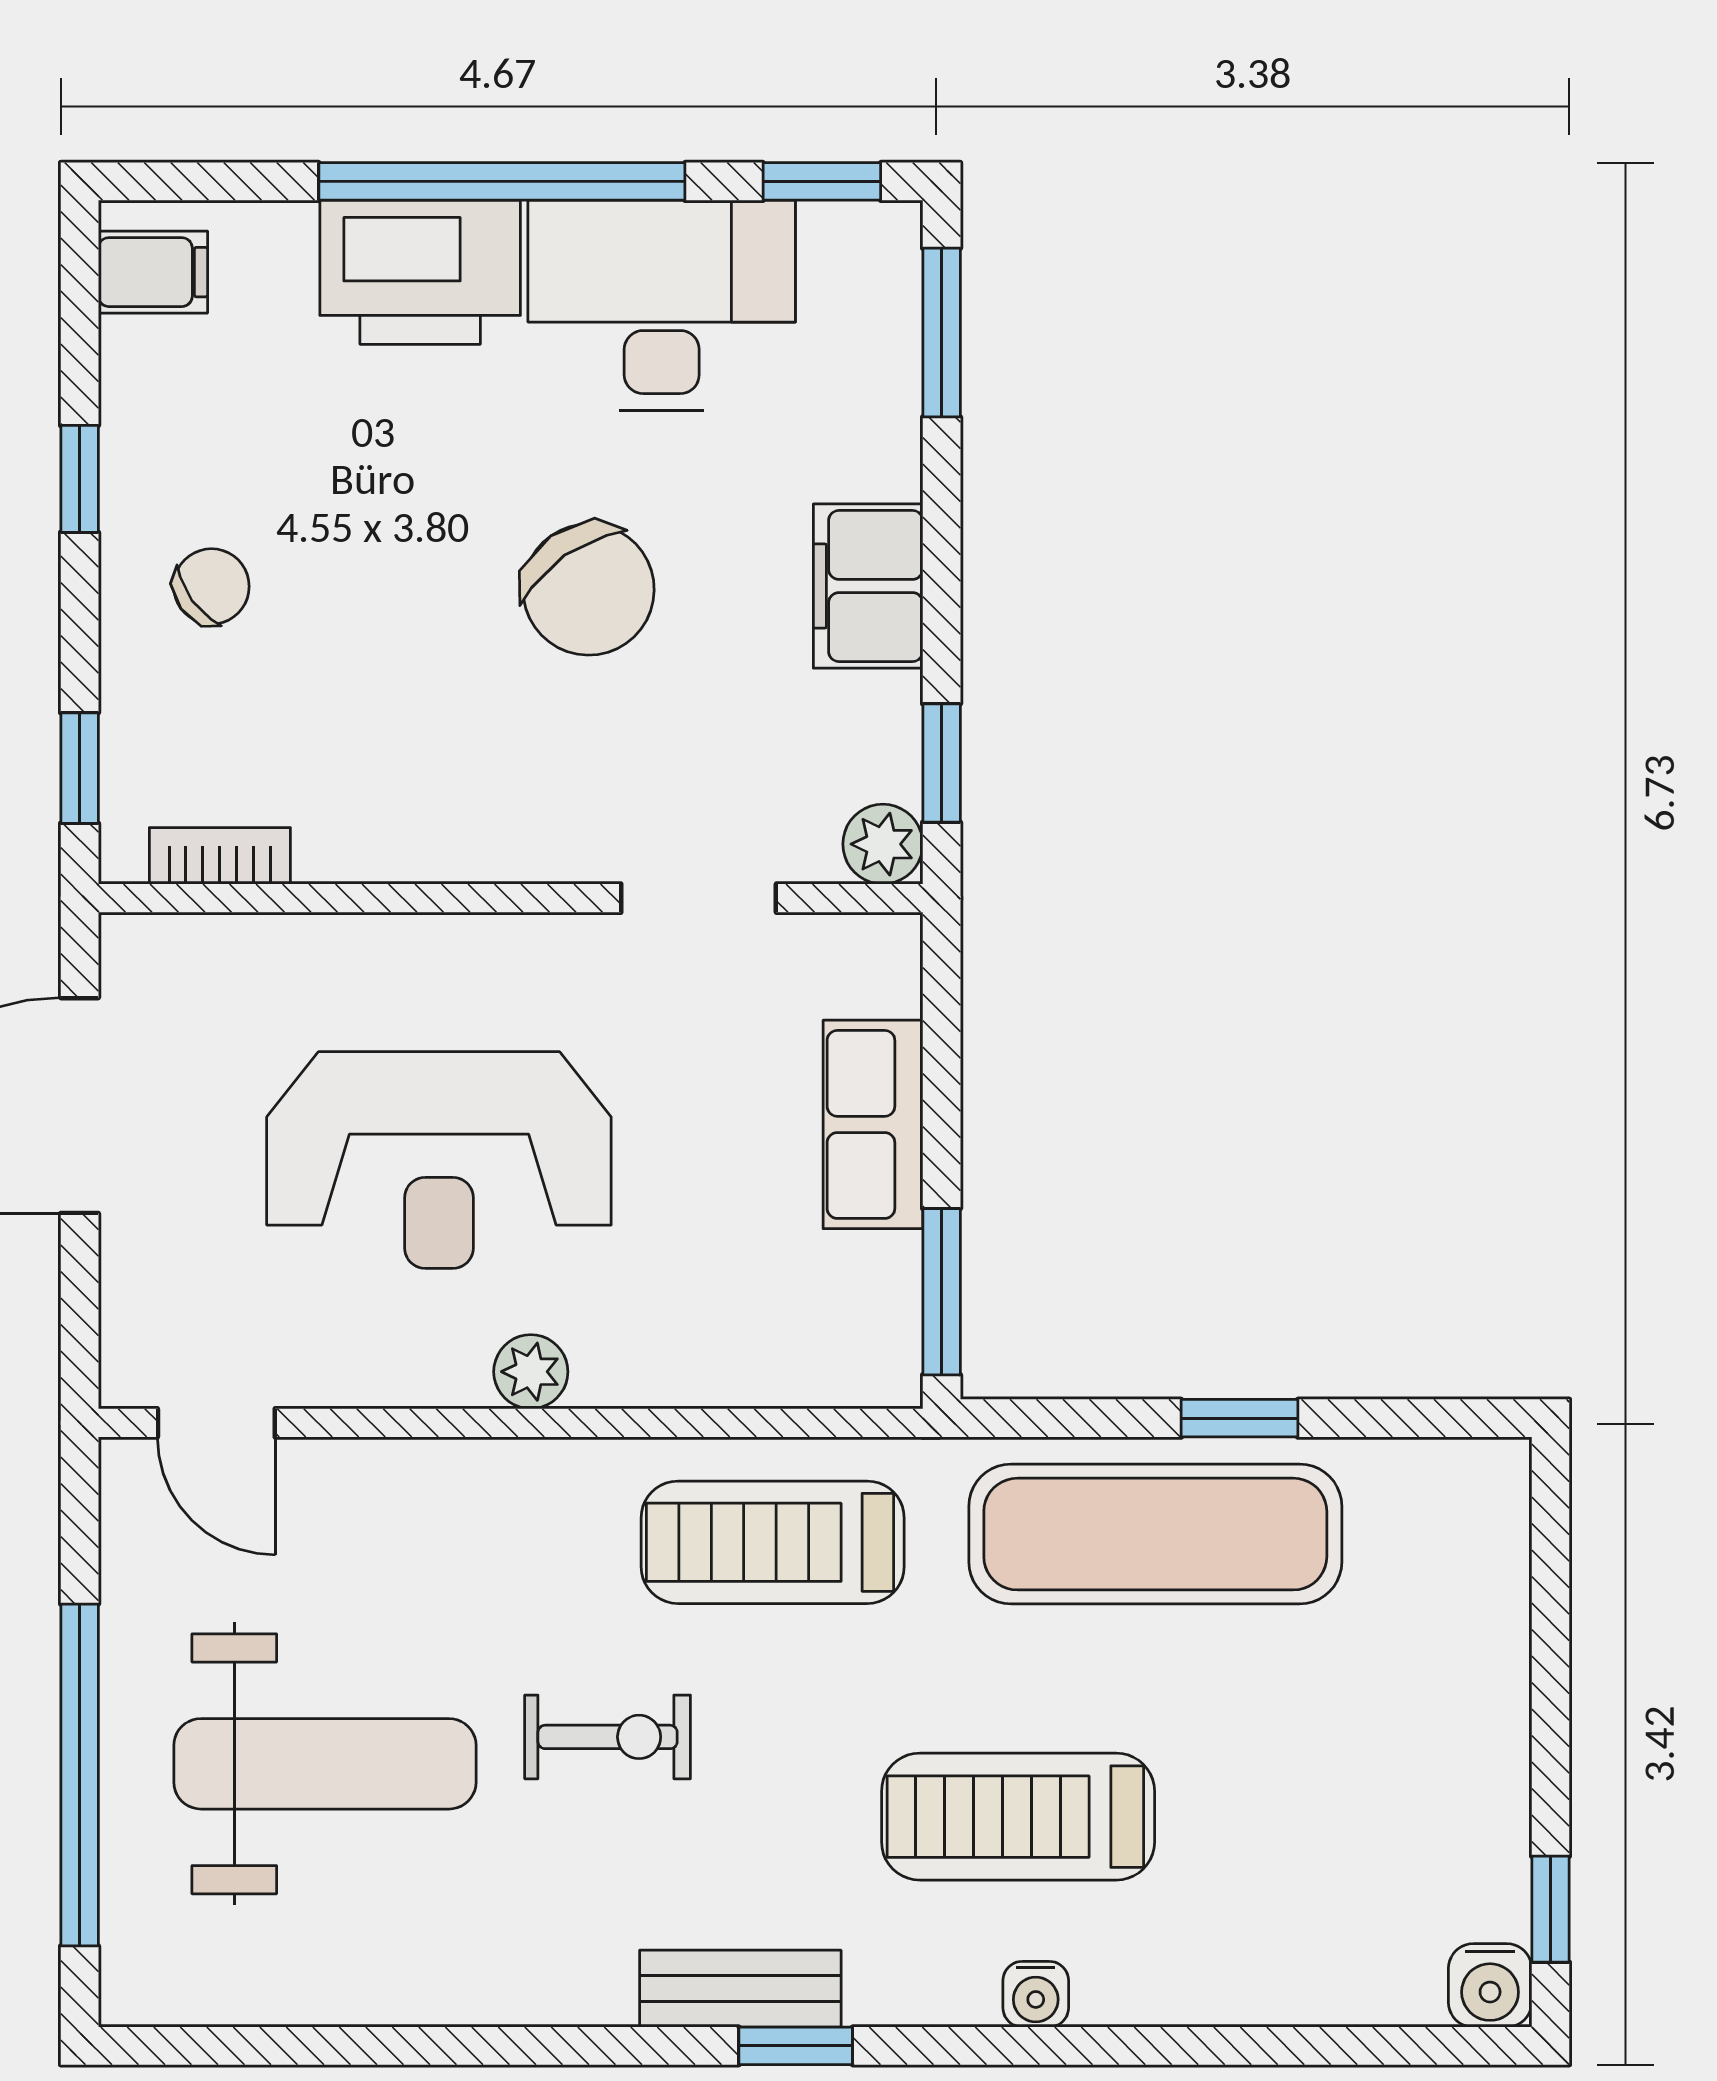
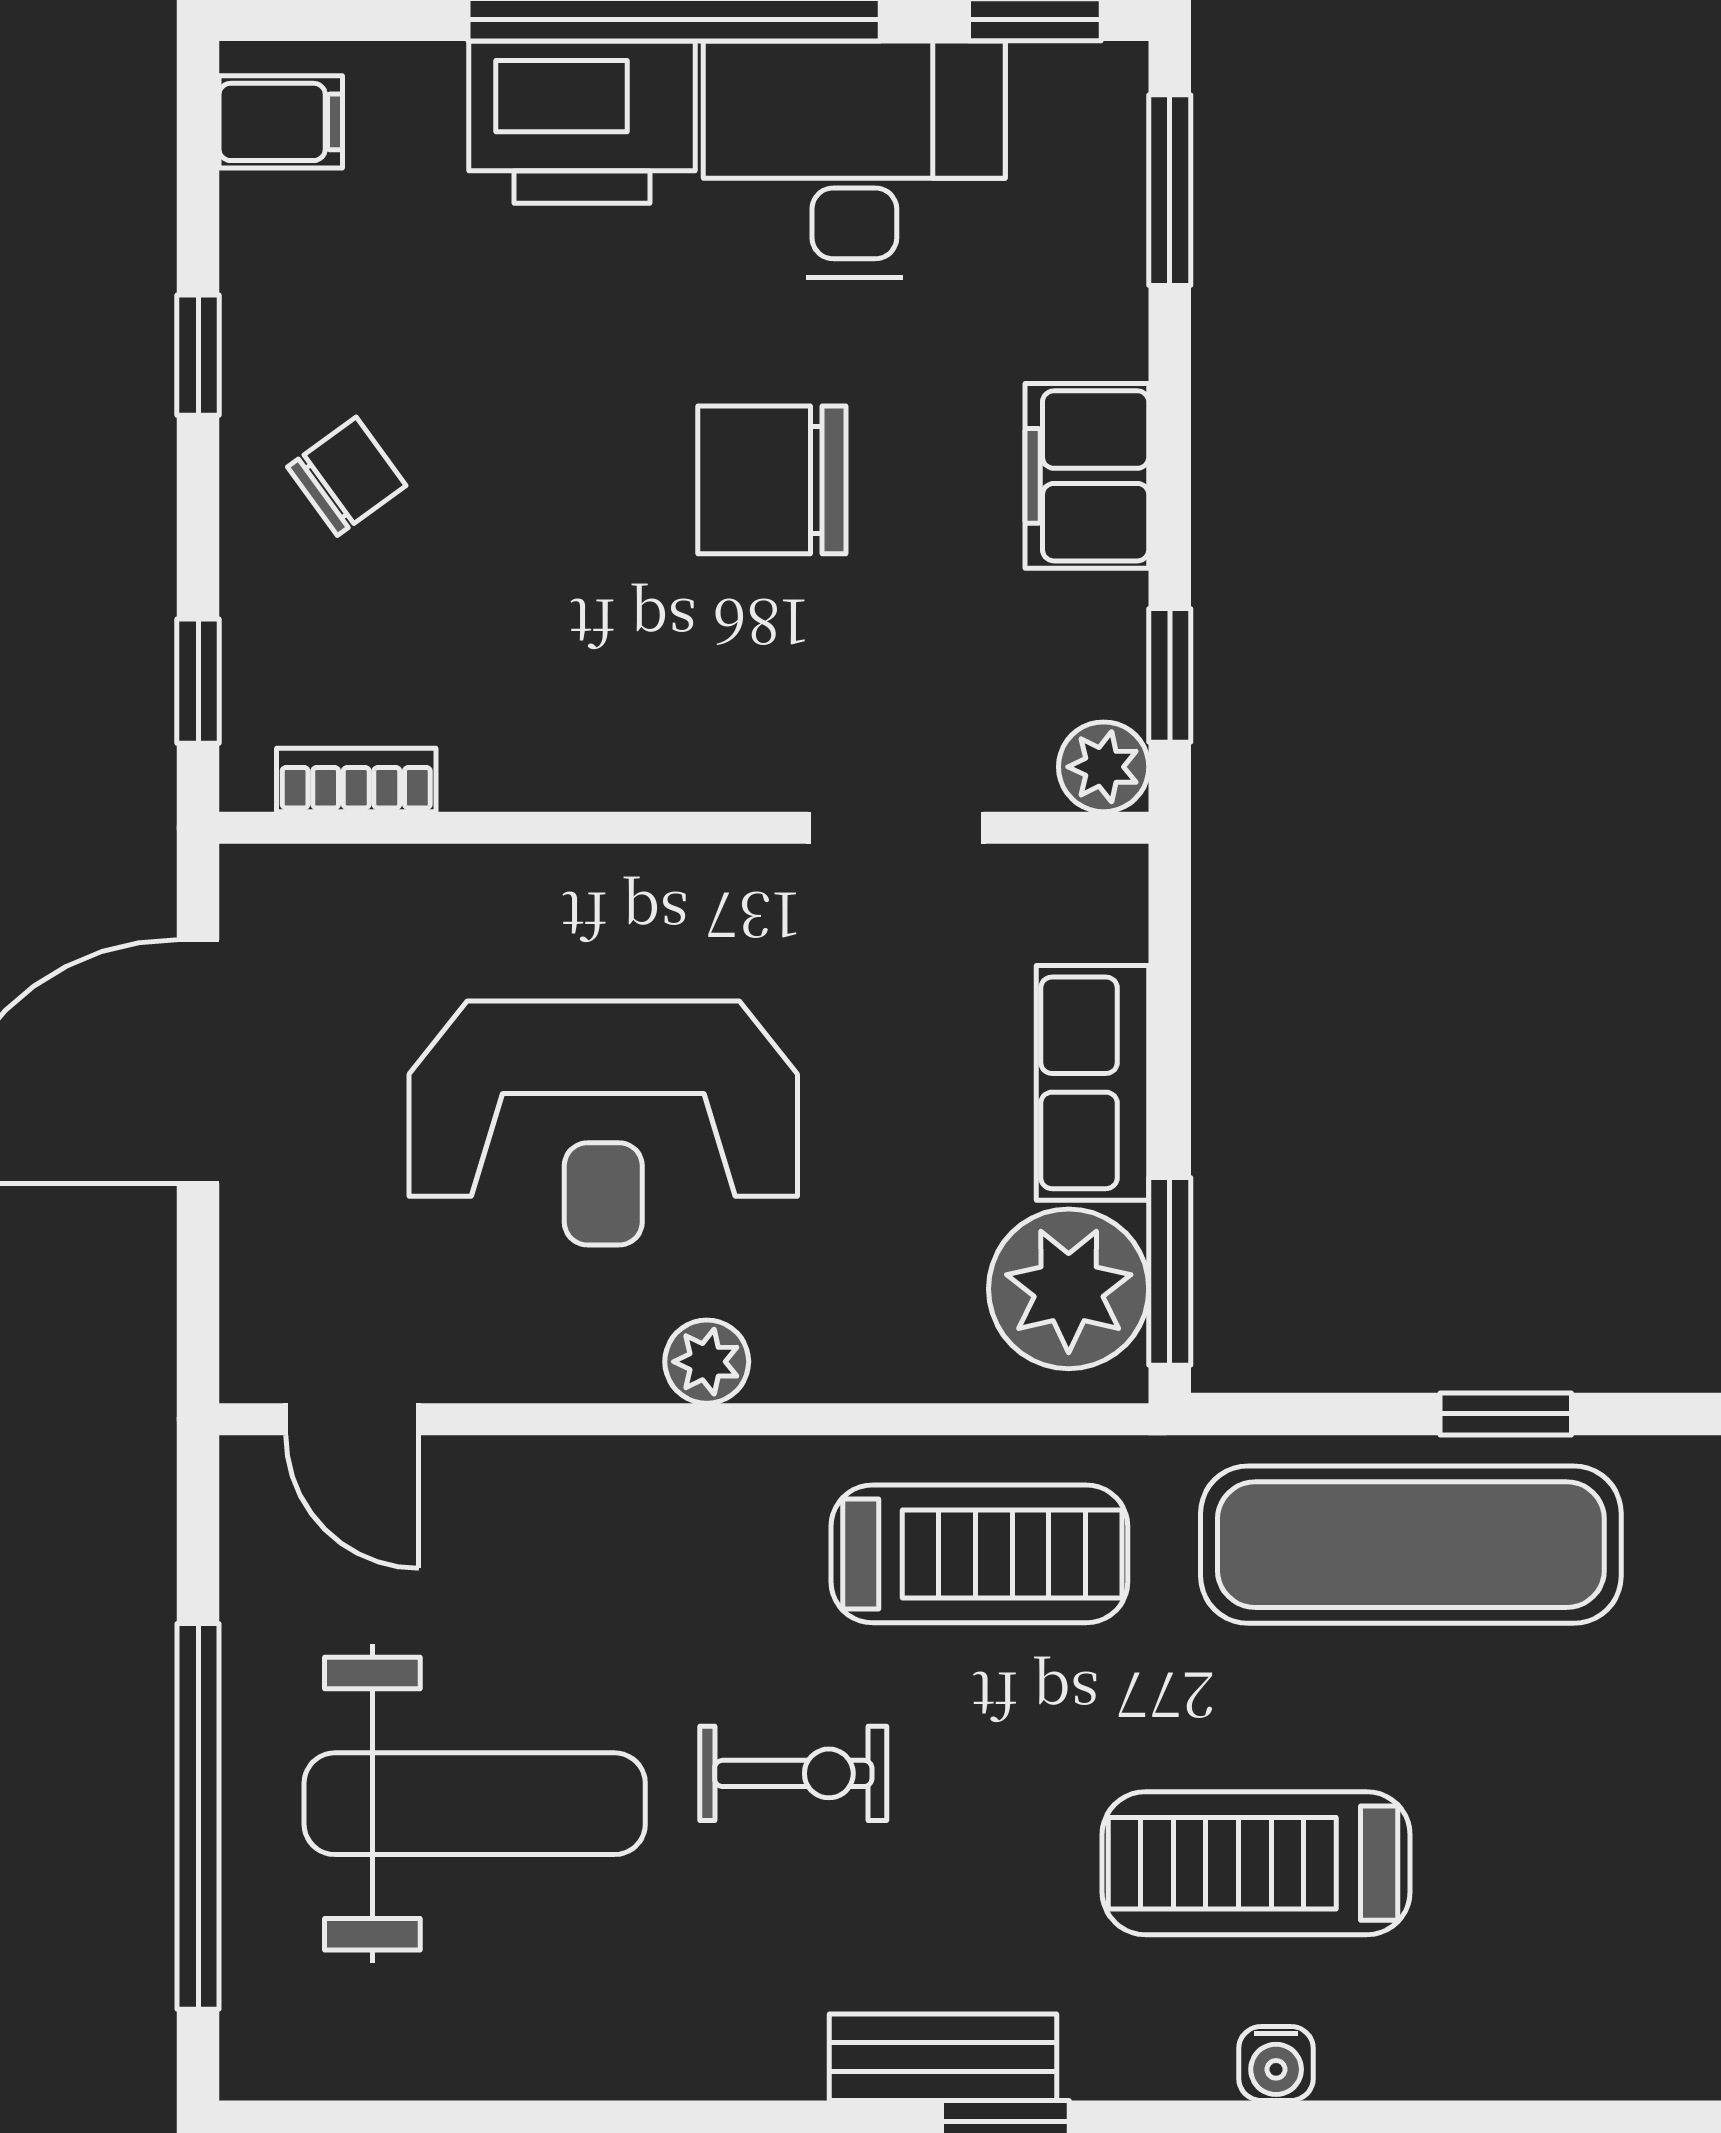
chair: (589, 590) -> (772, 480), turned 125
plant: (852, 1307) -> (1069, 1289), added
treadmill: (773, 1542) -> (979, 1554), turned 180

